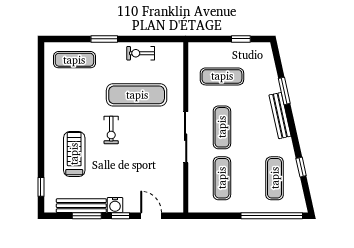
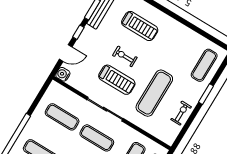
exercise bike: (111, 130) -> (125, 56), moved
treadmill: (147, 144) -> (117, 80), added
water cooler: (115, 205) -> (63, 74), moved

